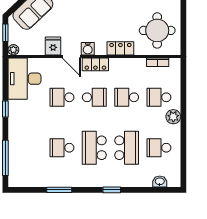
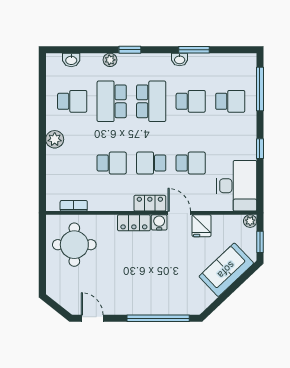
locker: (120, 48) -> (134, 223), moved
school desk: (159, 97) -> (230, 101), moved
washbasin: (71, 182) -> (180, 59), added
plant: (128, 182) -> (110, 60), added

